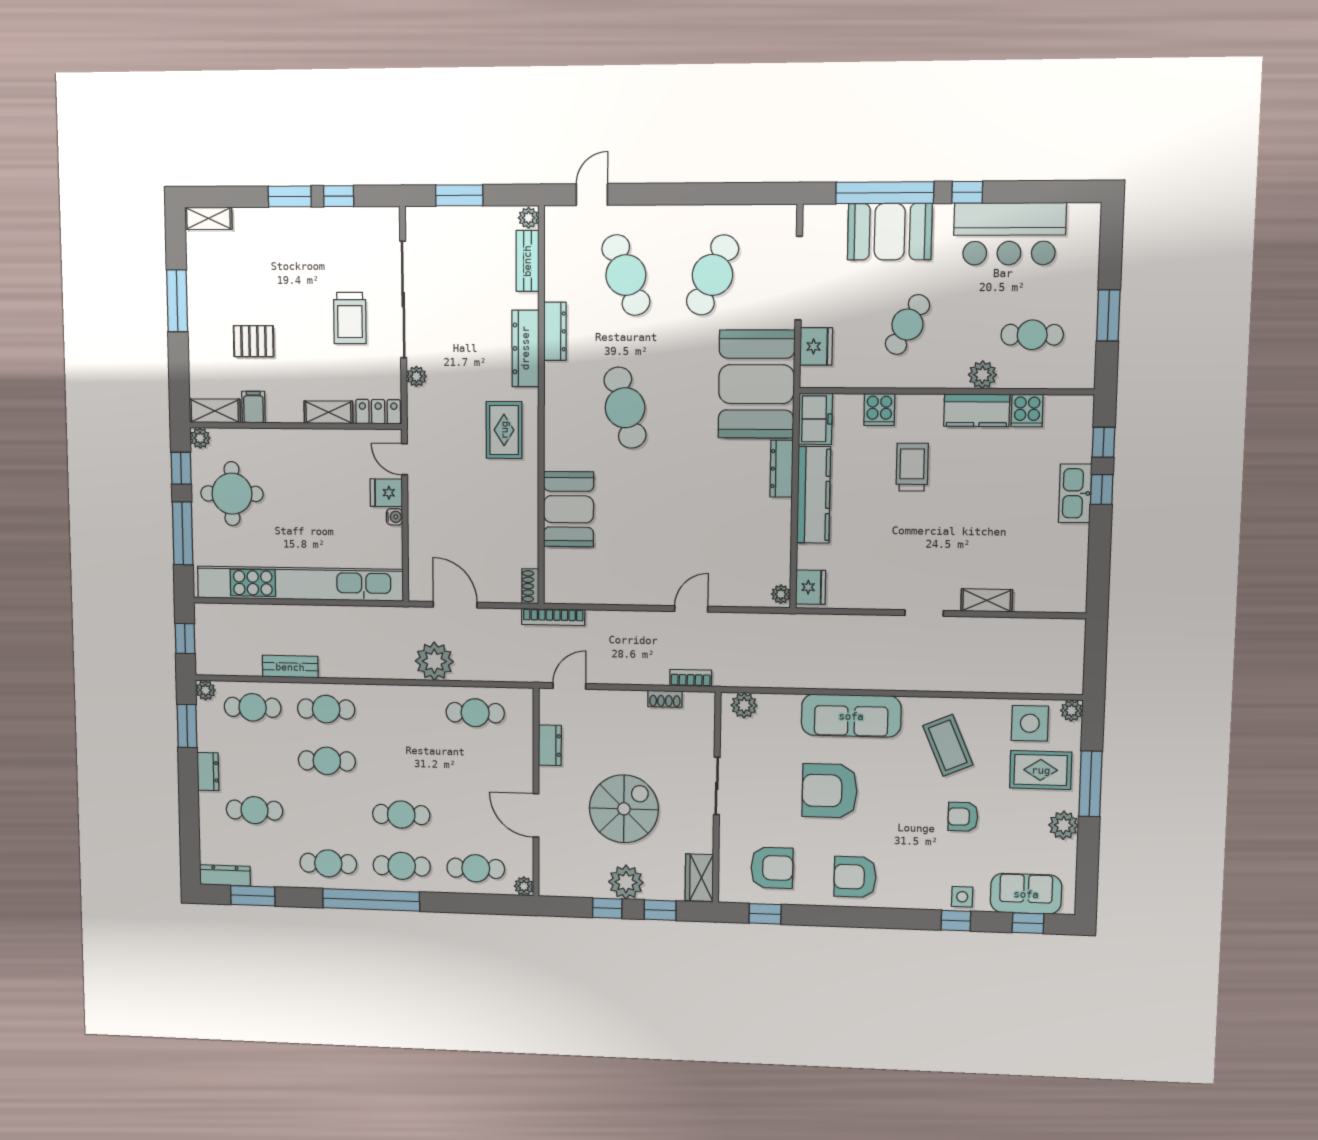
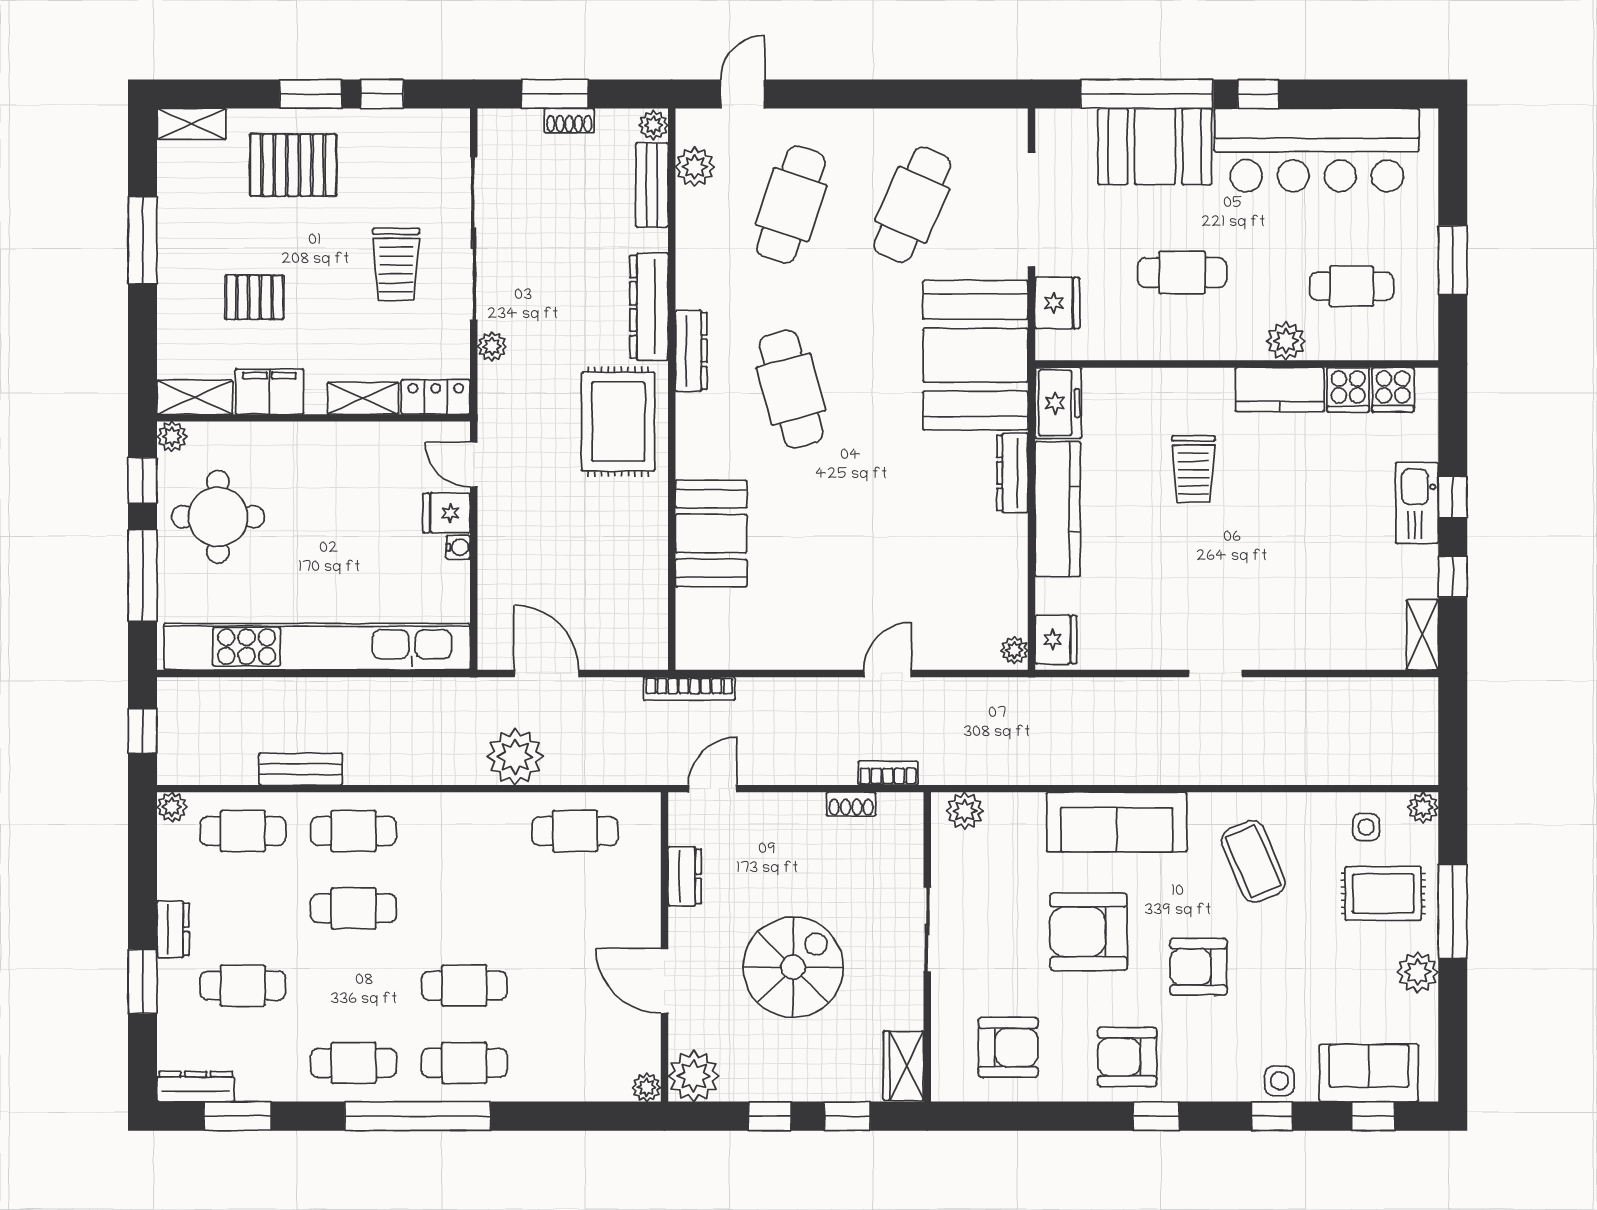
bar counter: (1010, 234) -> (1317, 150), width x1.36
pallet: (278, 247) -> (293, 165), added
plant: (558, 248) -> (695, 167), added
cafe table: (626, 275) -> (791, 205), turned 39
cafe table: (907, 325) -> (1182, 273), turned 61
dresser: (555, 331) -> (691, 351), moved
filing cabinet: (253, 407) -> (269, 392), width x2.00
cooker: (879, 410) -> (1393, 390), moved
rug: (504, 430) -> (618, 422), width x1.36, depth x1.43
window: (1103, 442) -> (1453, 577), moved
trolley: (912, 467) -> (1193, 469), turned 180
shoe rack: (530, 586) -> (569, 121), moved, turned -90
shelving: (987, 600) -> (1422, 635), moved, turned 90
side table: (1030, 723) -> (1366, 827), width x0.54, depth x0.54
window: (187, 726) -> (143, 982), moved
armchair: (963, 817) -> (1198, 967), moved, width x1.38, depth x1.38
cafe table: (476, 868) -> (575, 1063), removed
plant: (626, 882) -> (694, 1076), moved
window: (765, 914) -> (1156, 1116), moved

